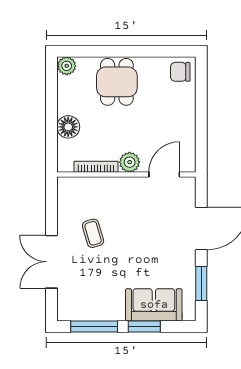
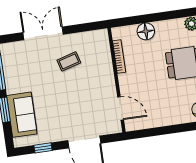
plant: (130, 162) -> (126, 81), removed
window: (201, 283) -> (43, 148), width x0.67

